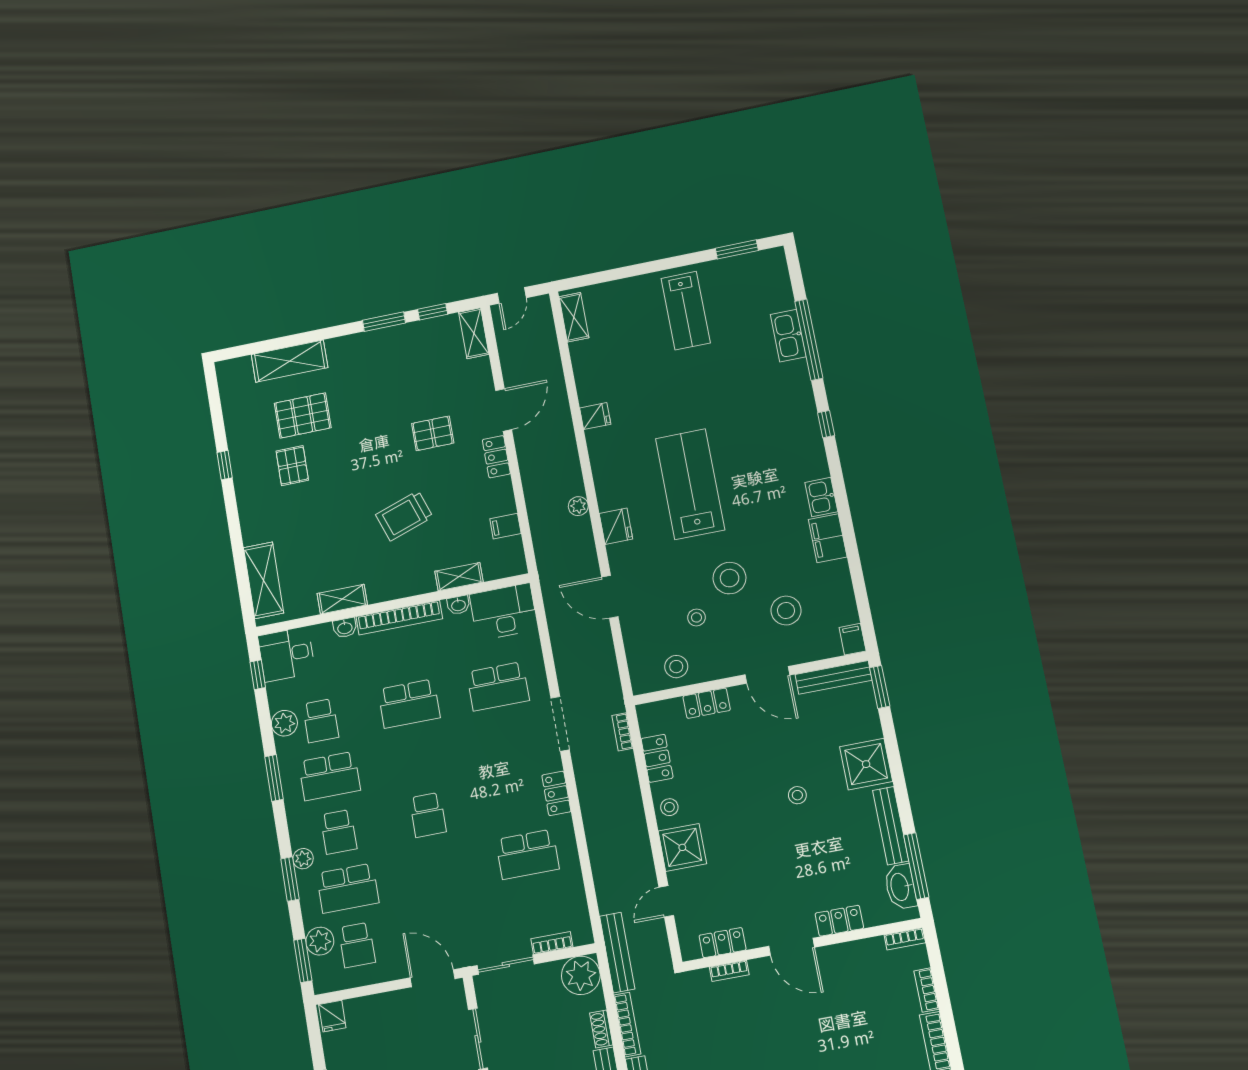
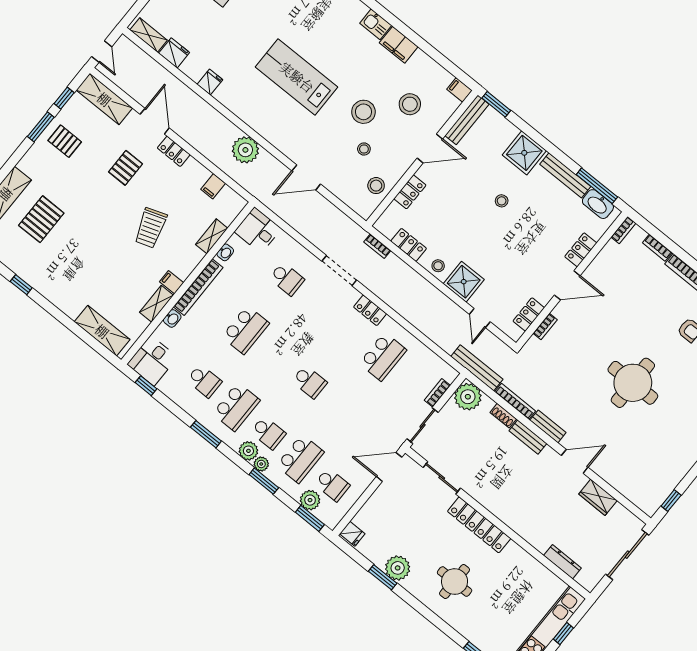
shelving: (474, 333) -> (104, 99), width x1.50, depth x1.33
pallet: (292, 466) -> (65, 141), moved
plant: (578, 506) -> (245, 150), width x1.87, depth x1.87
fridge: (616, 526) -> (174, 53), moved
filing cabinet: (377, 590) -> (172, 282), added
desk: (504, 612) -> (258, 230), width x0.73
school desk: (498, 686) -> (287, 279), width x0.54
plant: (284, 723) -> (248, 451), moved

